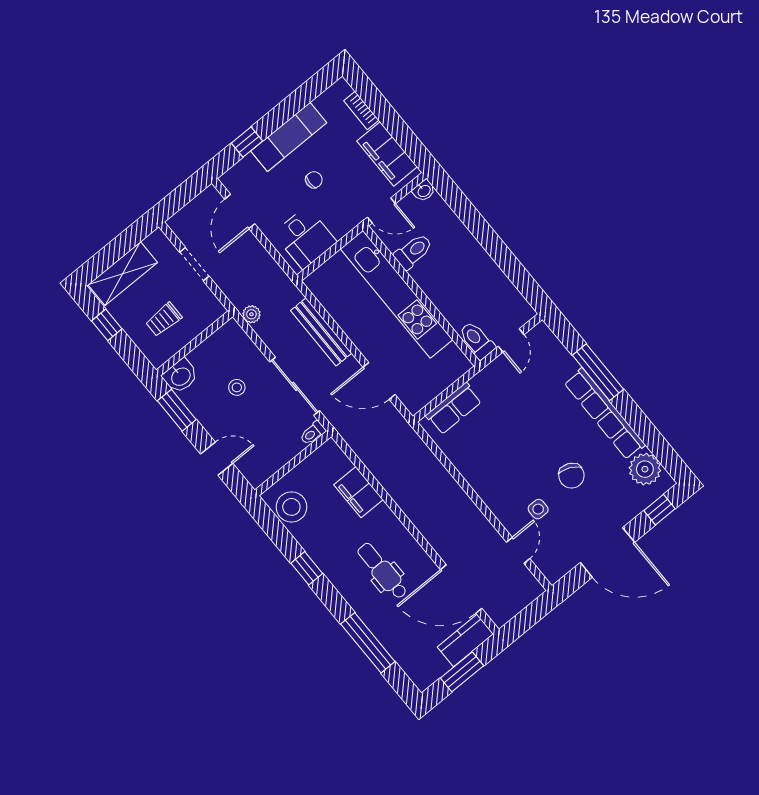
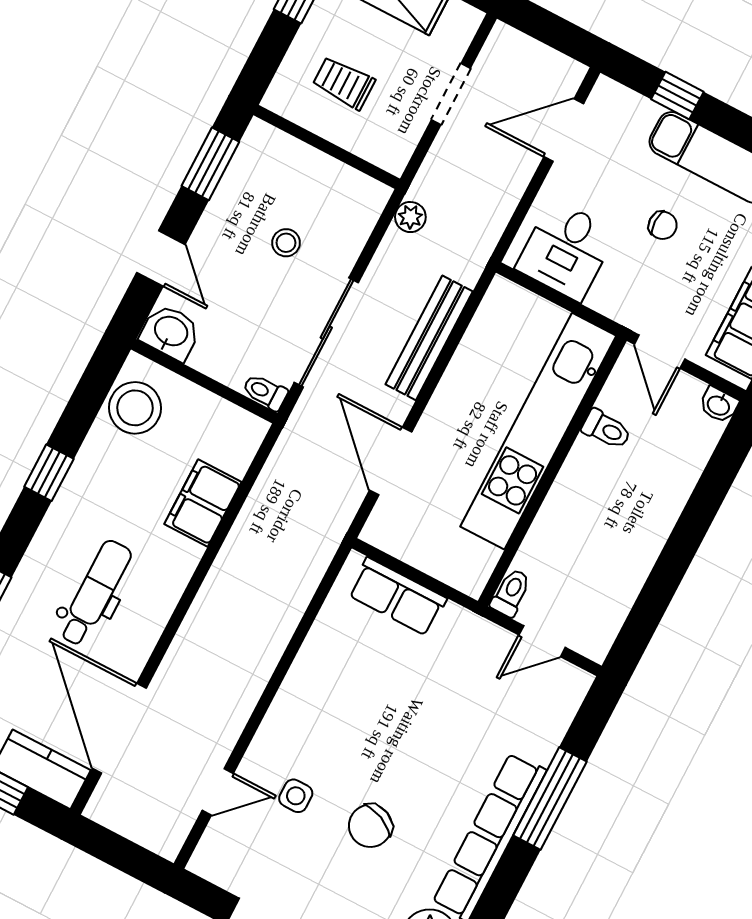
toilet: (413, 251) -> (606, 429), width x0.73, depth x0.72
toilet: (477, 340) -> (511, 593), width x0.73, depth x0.72
washbasin: (180, 376) -> (171, 332), moved, turned 180

